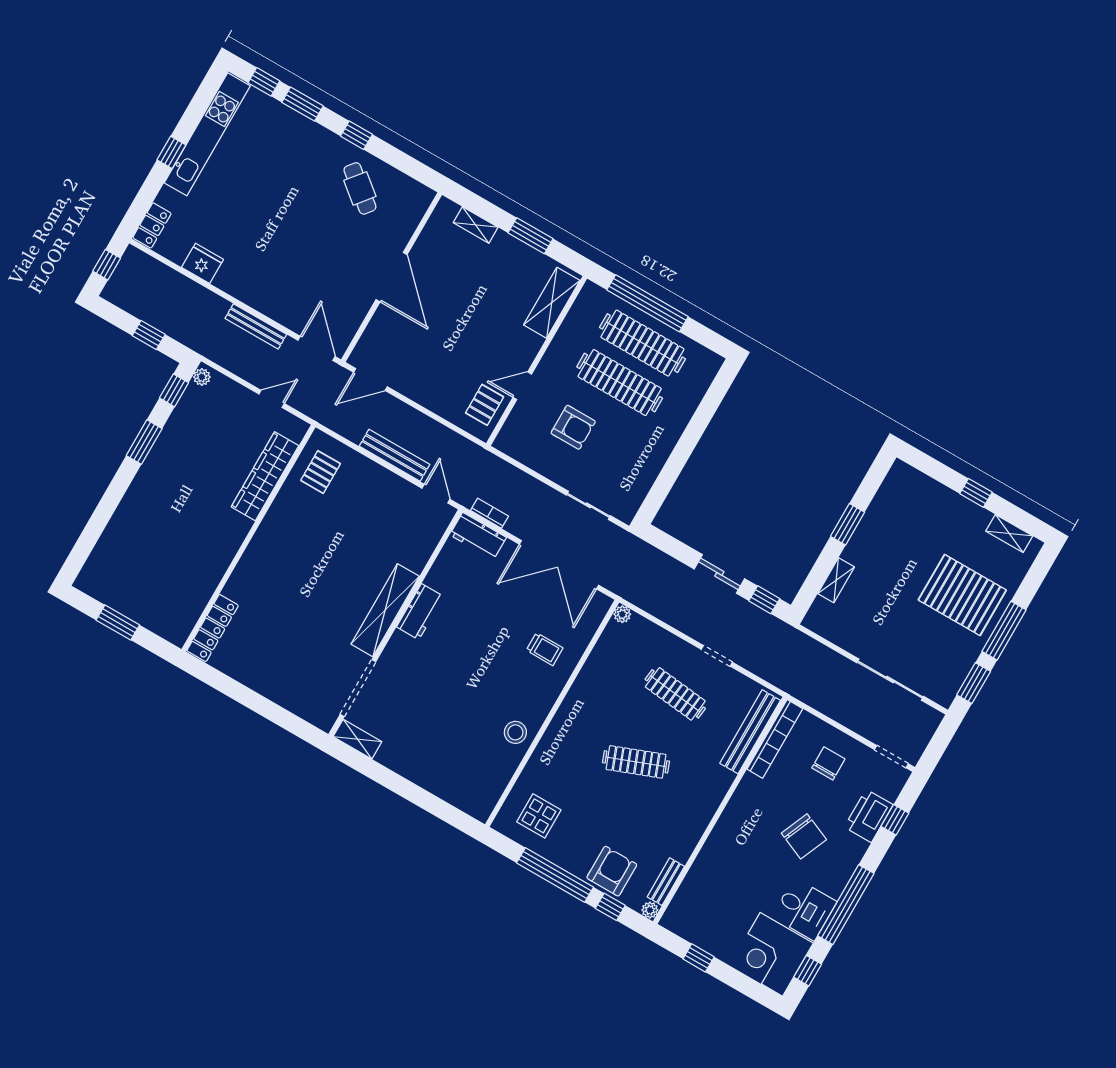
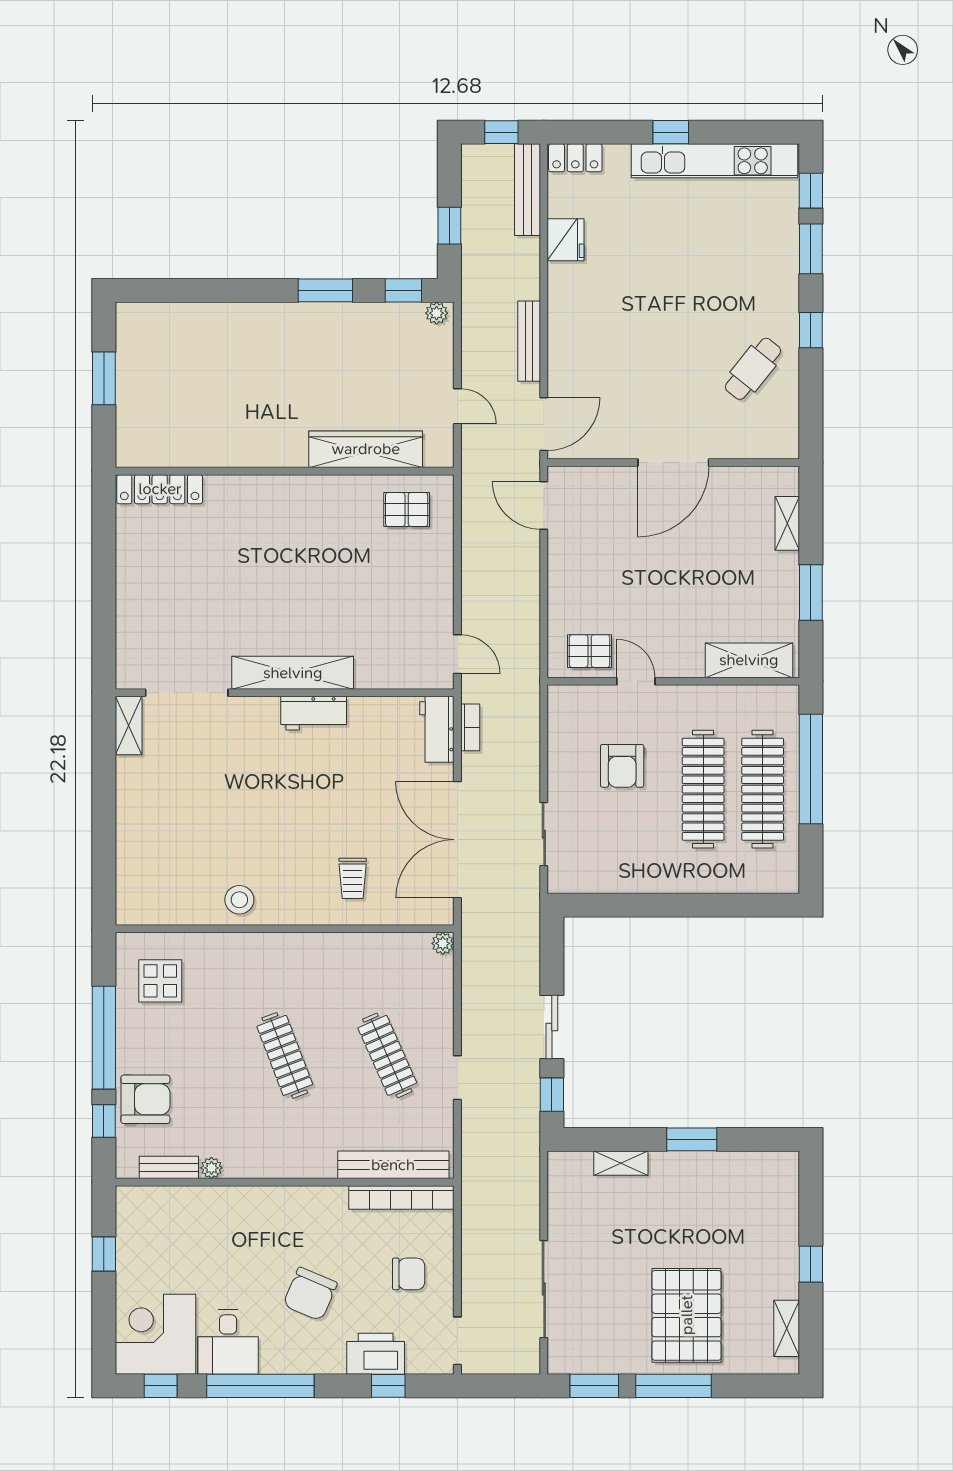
bench: (394, 455) -> (527, 190), moved
door: (436, 494) -> (457, 654), hinge flipped
clothes rail: (675, 694) -> (387, 1055), turned -30
plant: (650, 910) -> (211, 1168), moved

